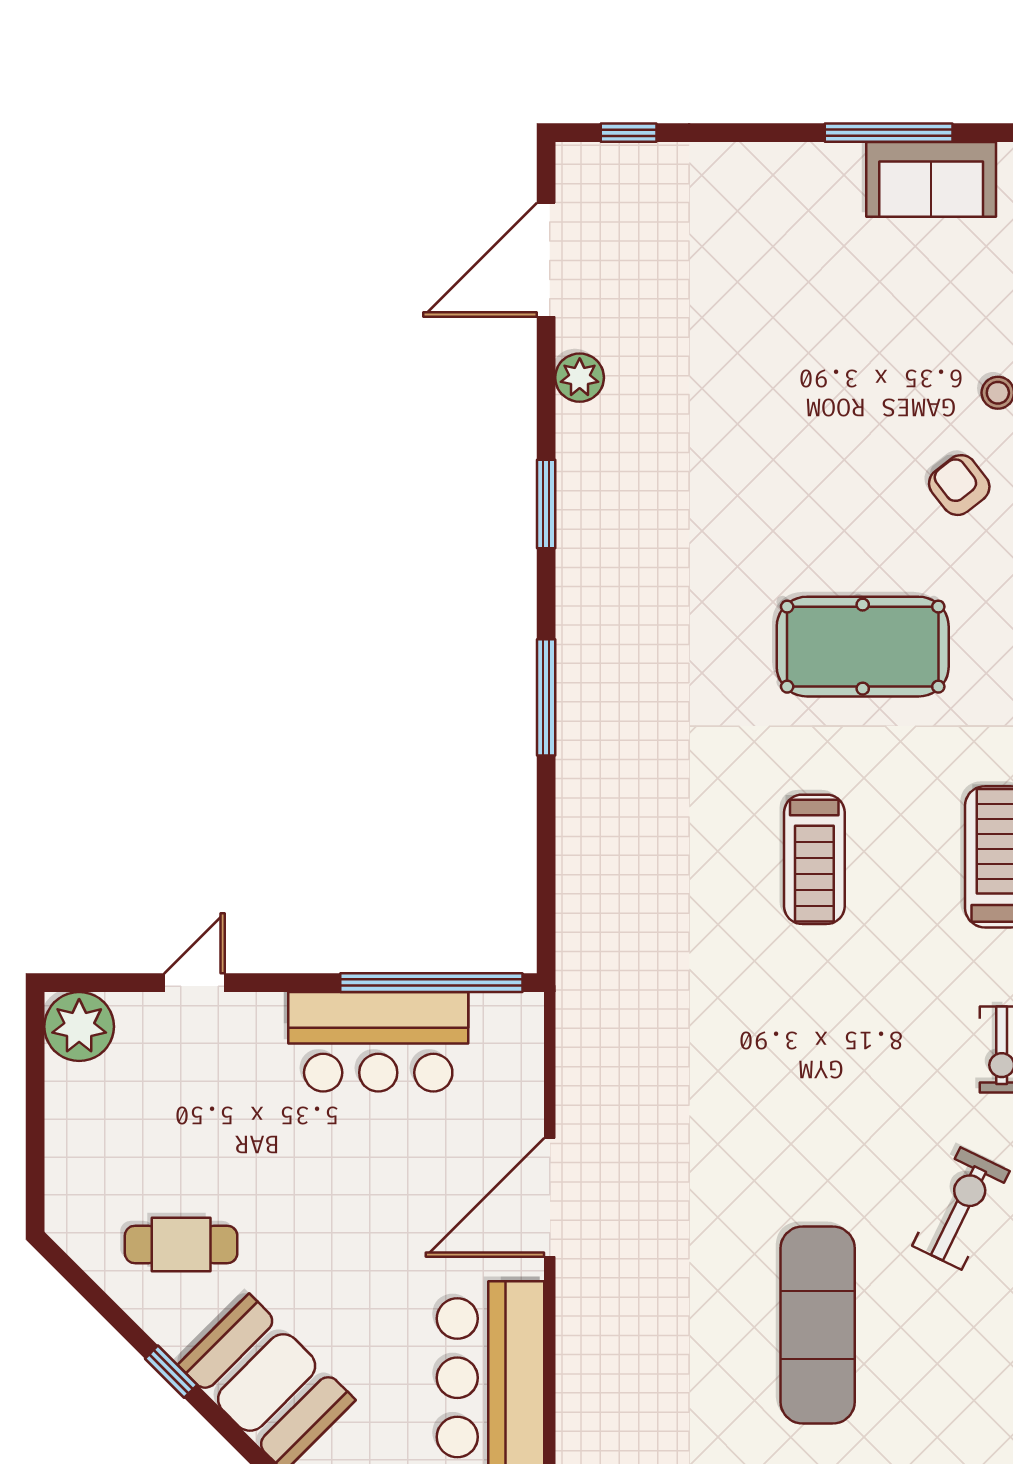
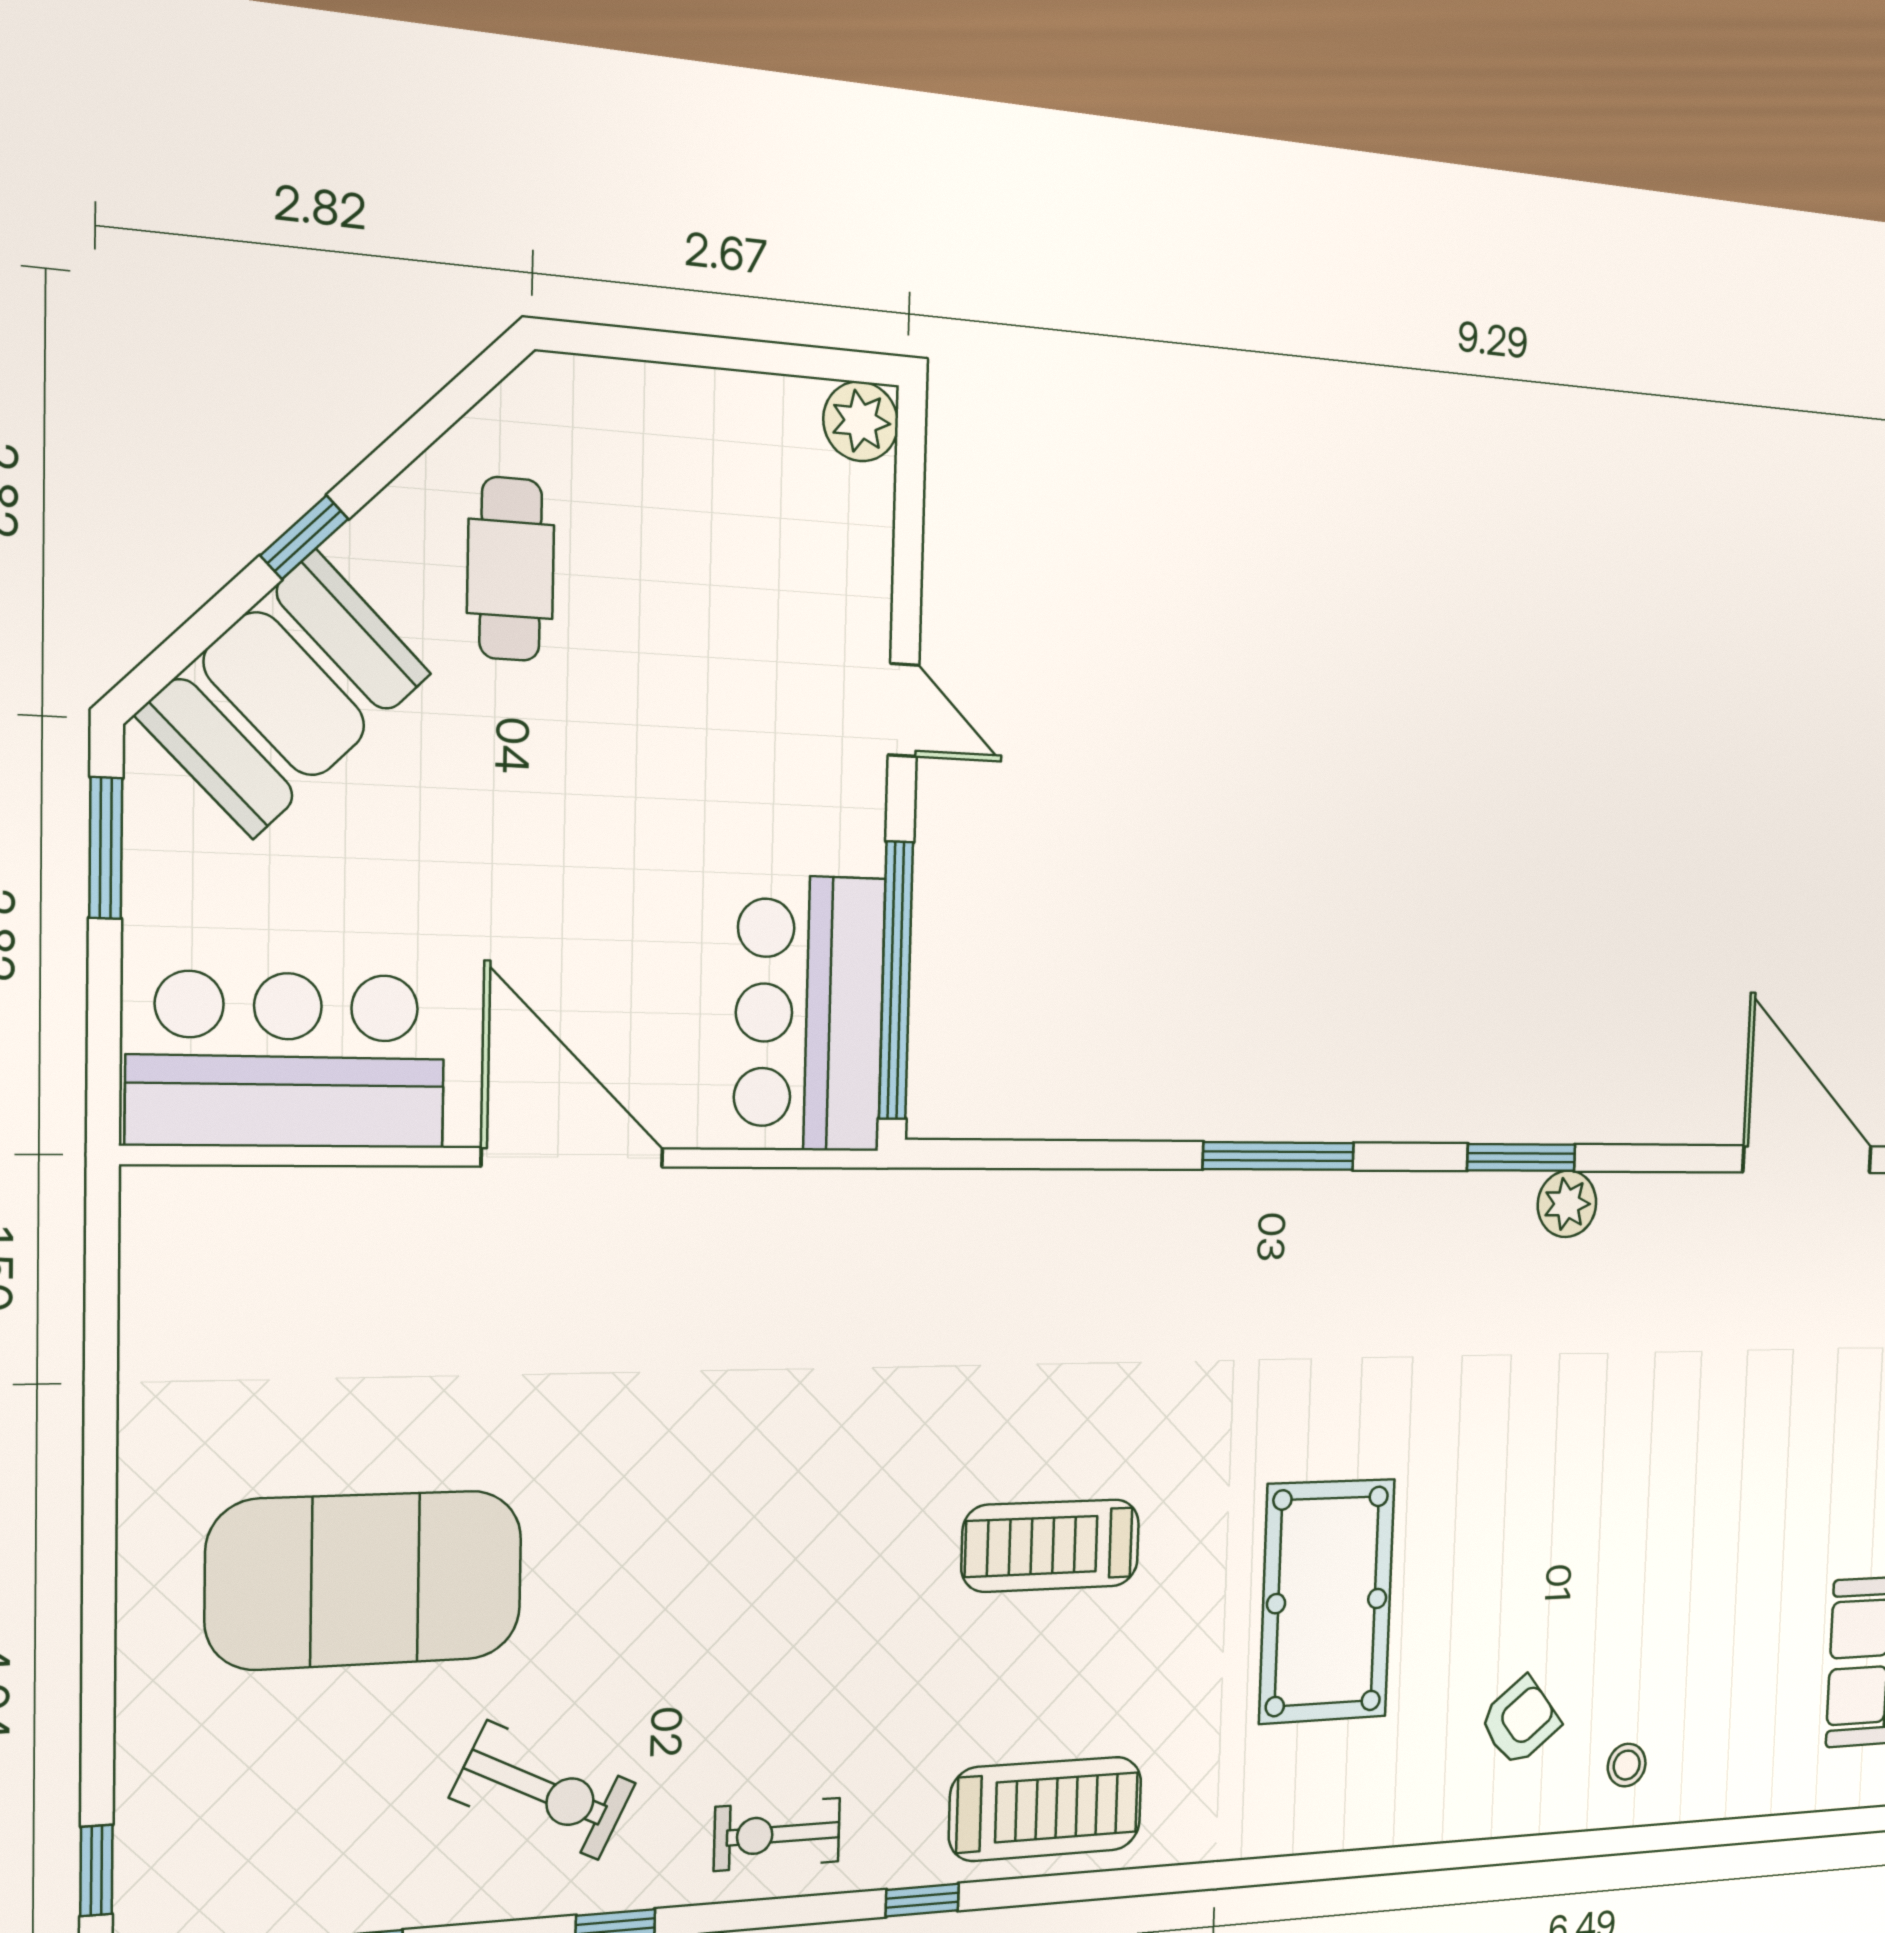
plant: (580, 378) -> (1567, 1204), moved
door: (195, 983) -> (903, 710), moved
plant: (79, 1027) -> (861, 421), width x0.73, depth x0.73
bar counter: (378, 1042) -> (809, 1014), moved
exercise mat: (818, 1325) -> (365, 1580), width x1.47

